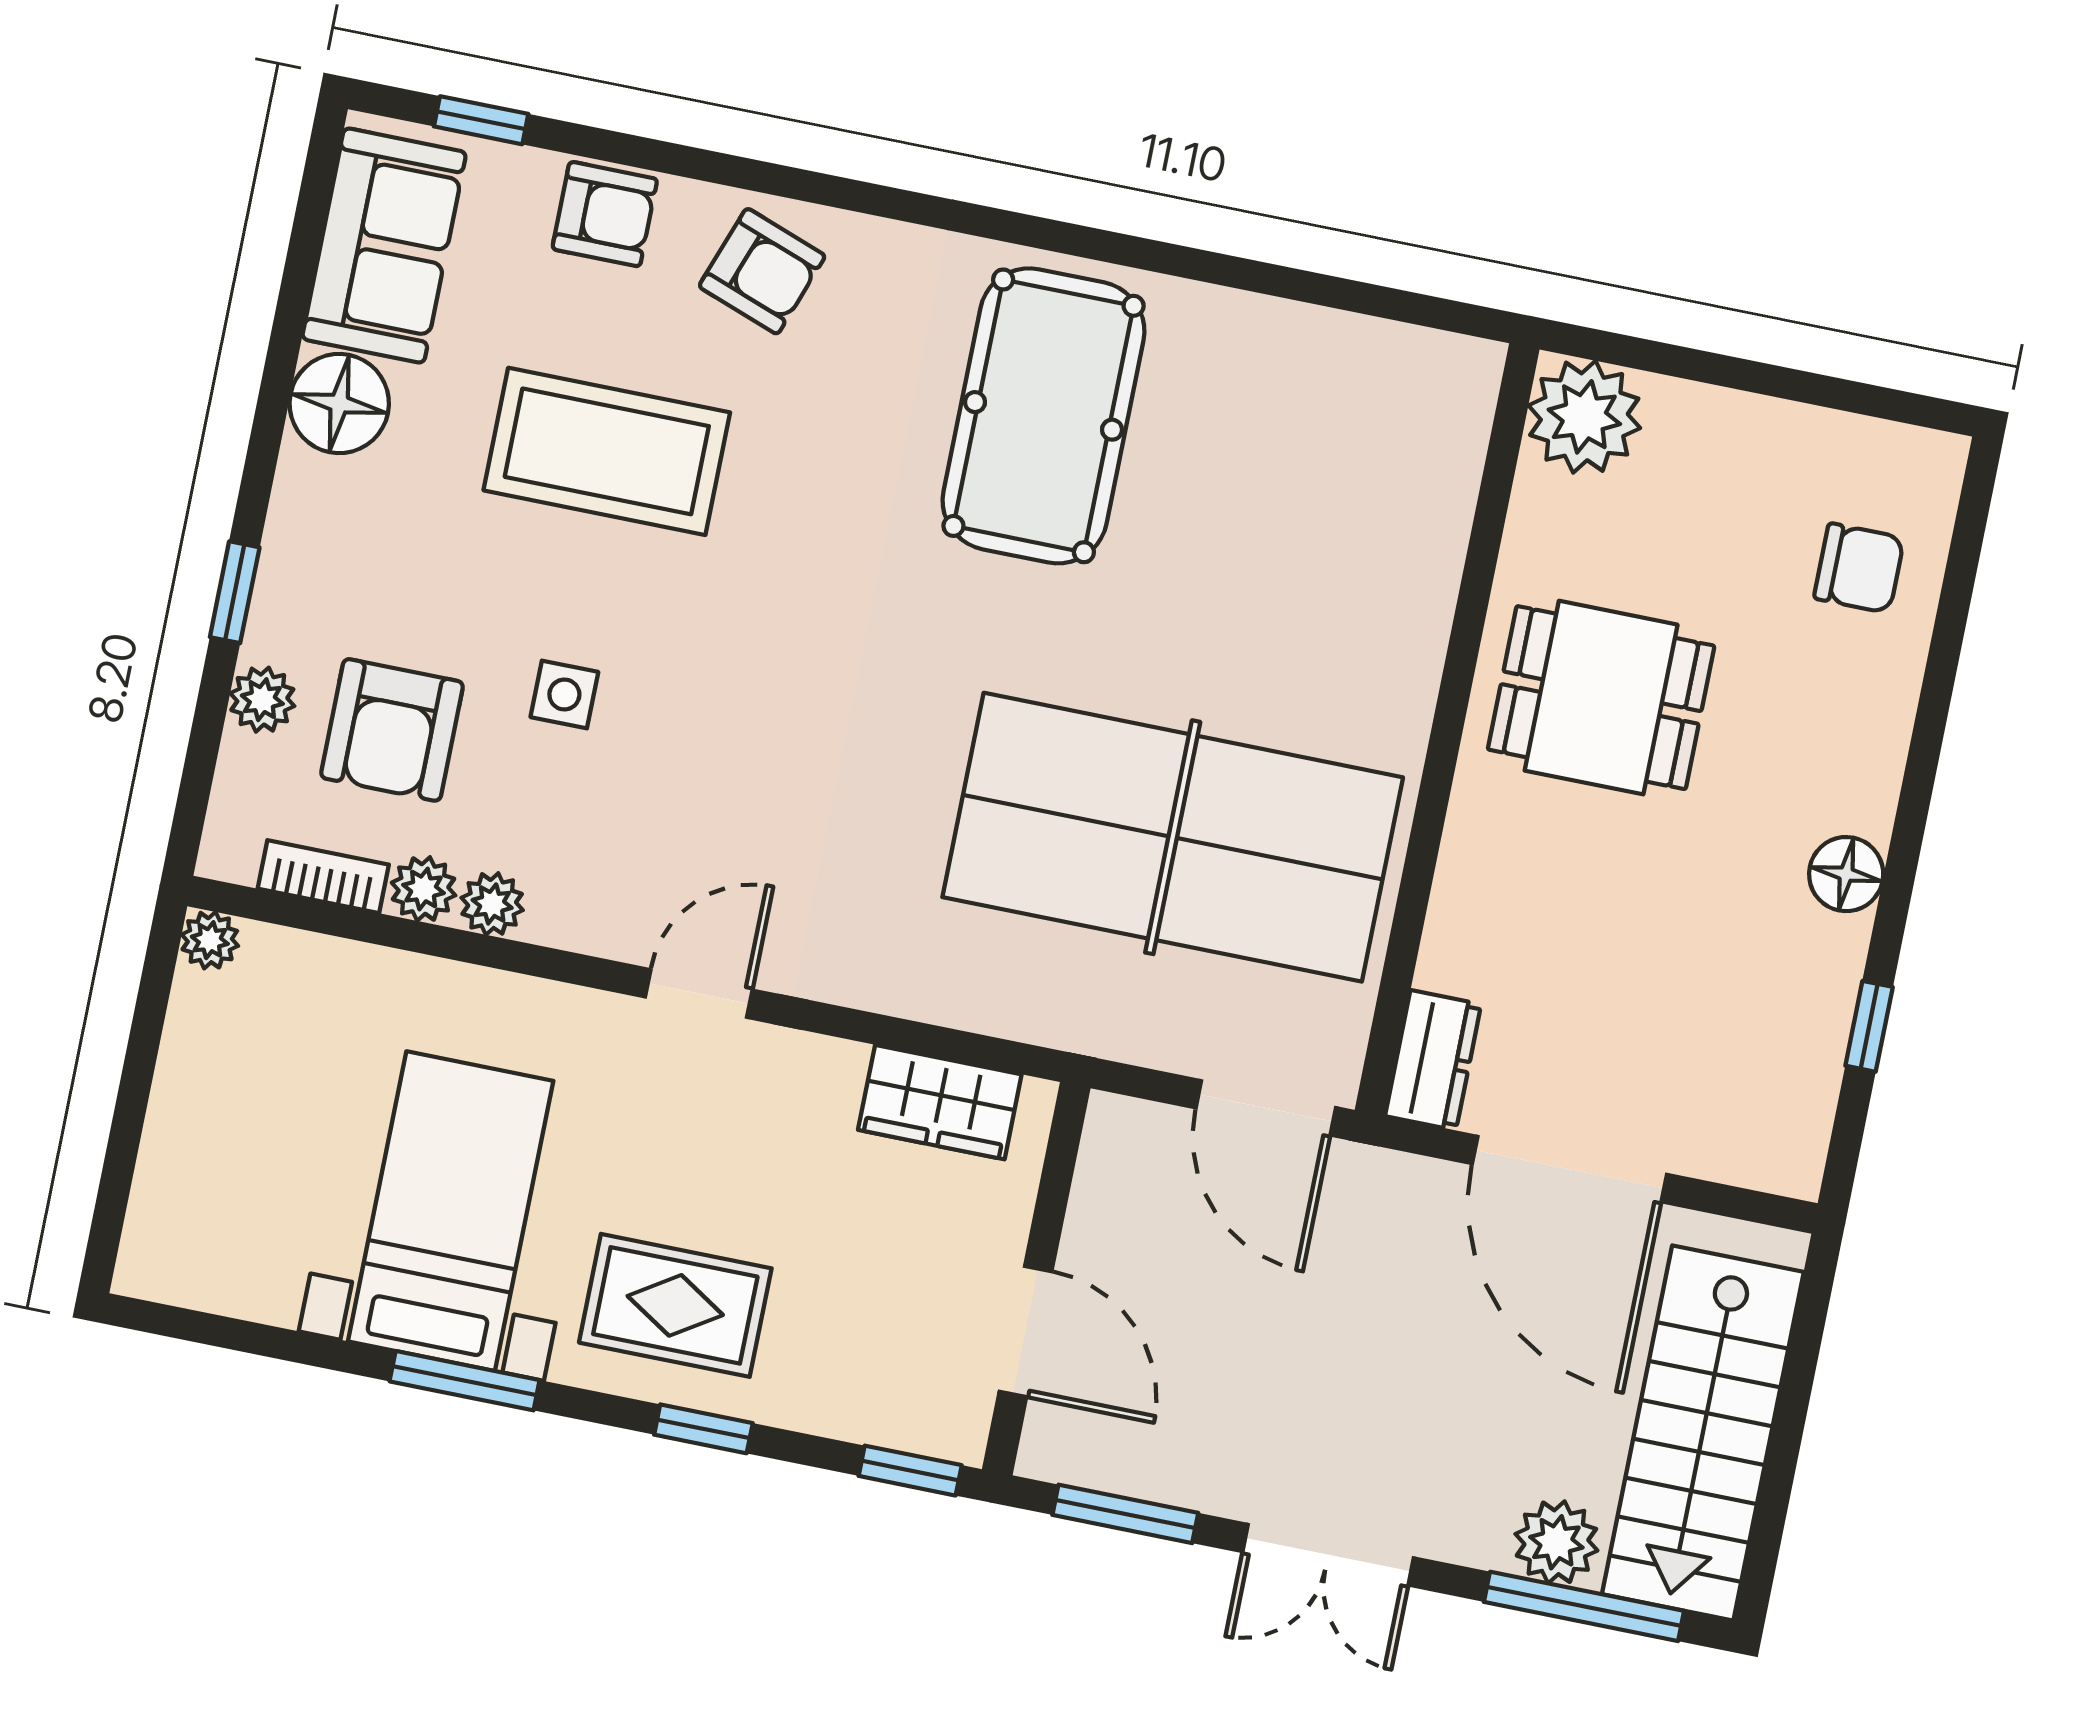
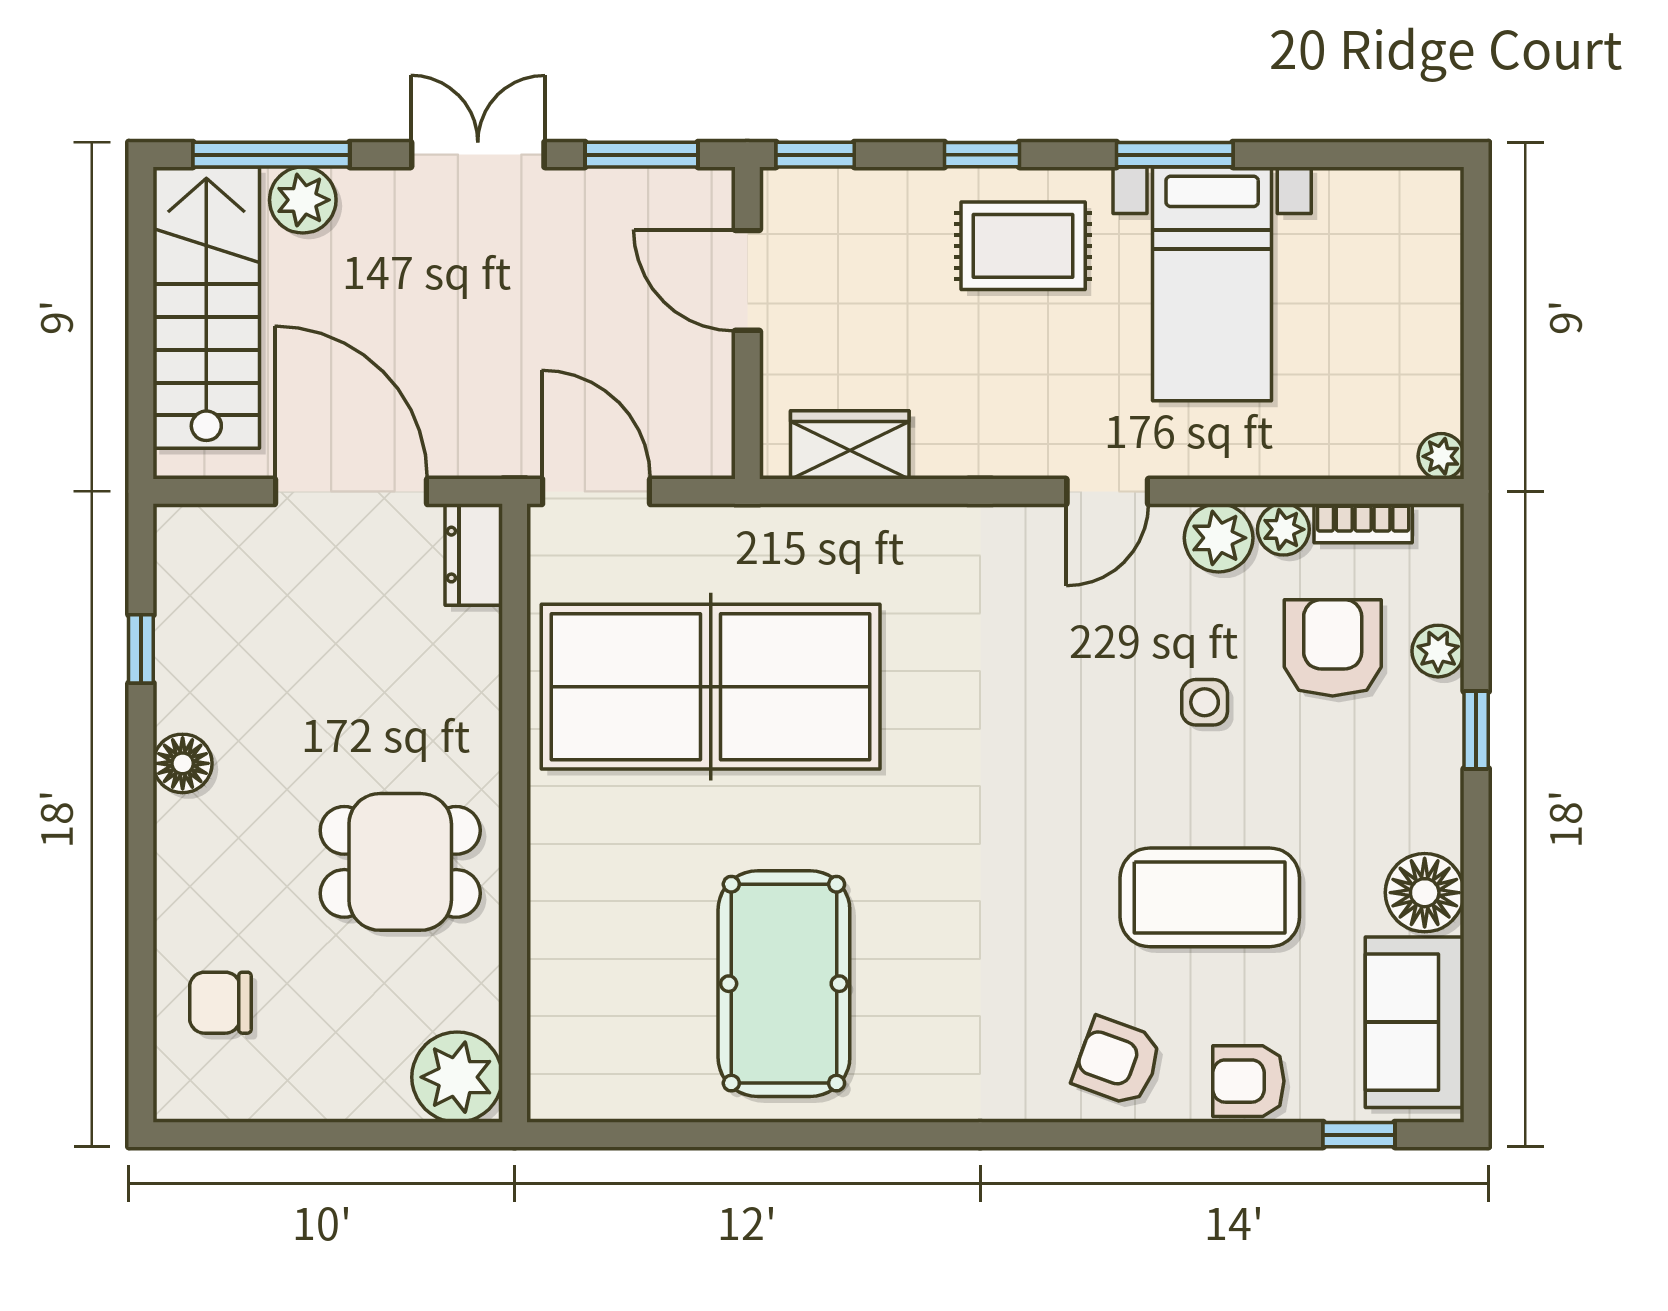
pool table: (1044, 416) -> (784, 984), moved
plant: (492, 904) -> (1219, 538), width x1.38, depth x1.38
door: (699, 993) -> (1107, 491), moved

